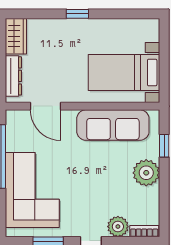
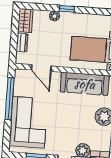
plant: (60, 26) -> (55, 16), added
dresser: (13, 76) -> (22, 42), width x0.70

